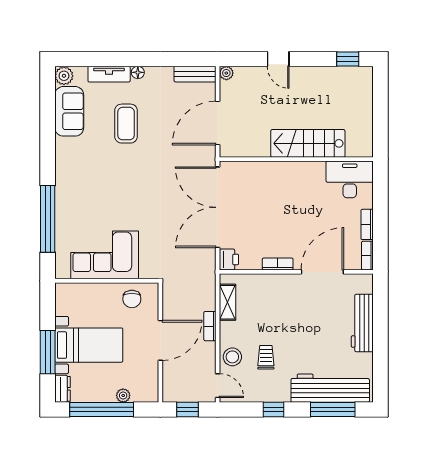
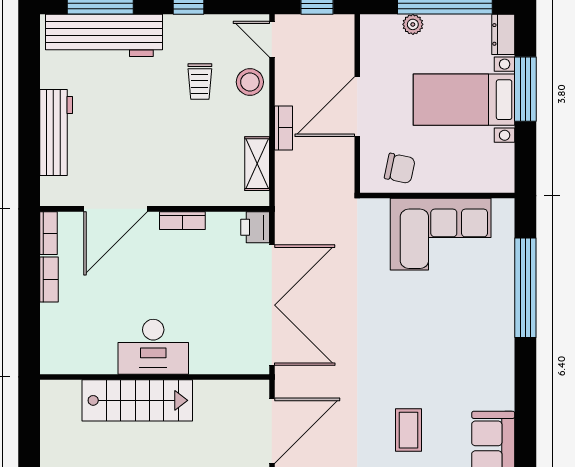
coffee table: (126, 124) -> (408, 430), width x0.73, depth x0.77
desk: (350, 179) -> (153, 347), moved
chair: (132, 299) -> (400, 168), turned 102

